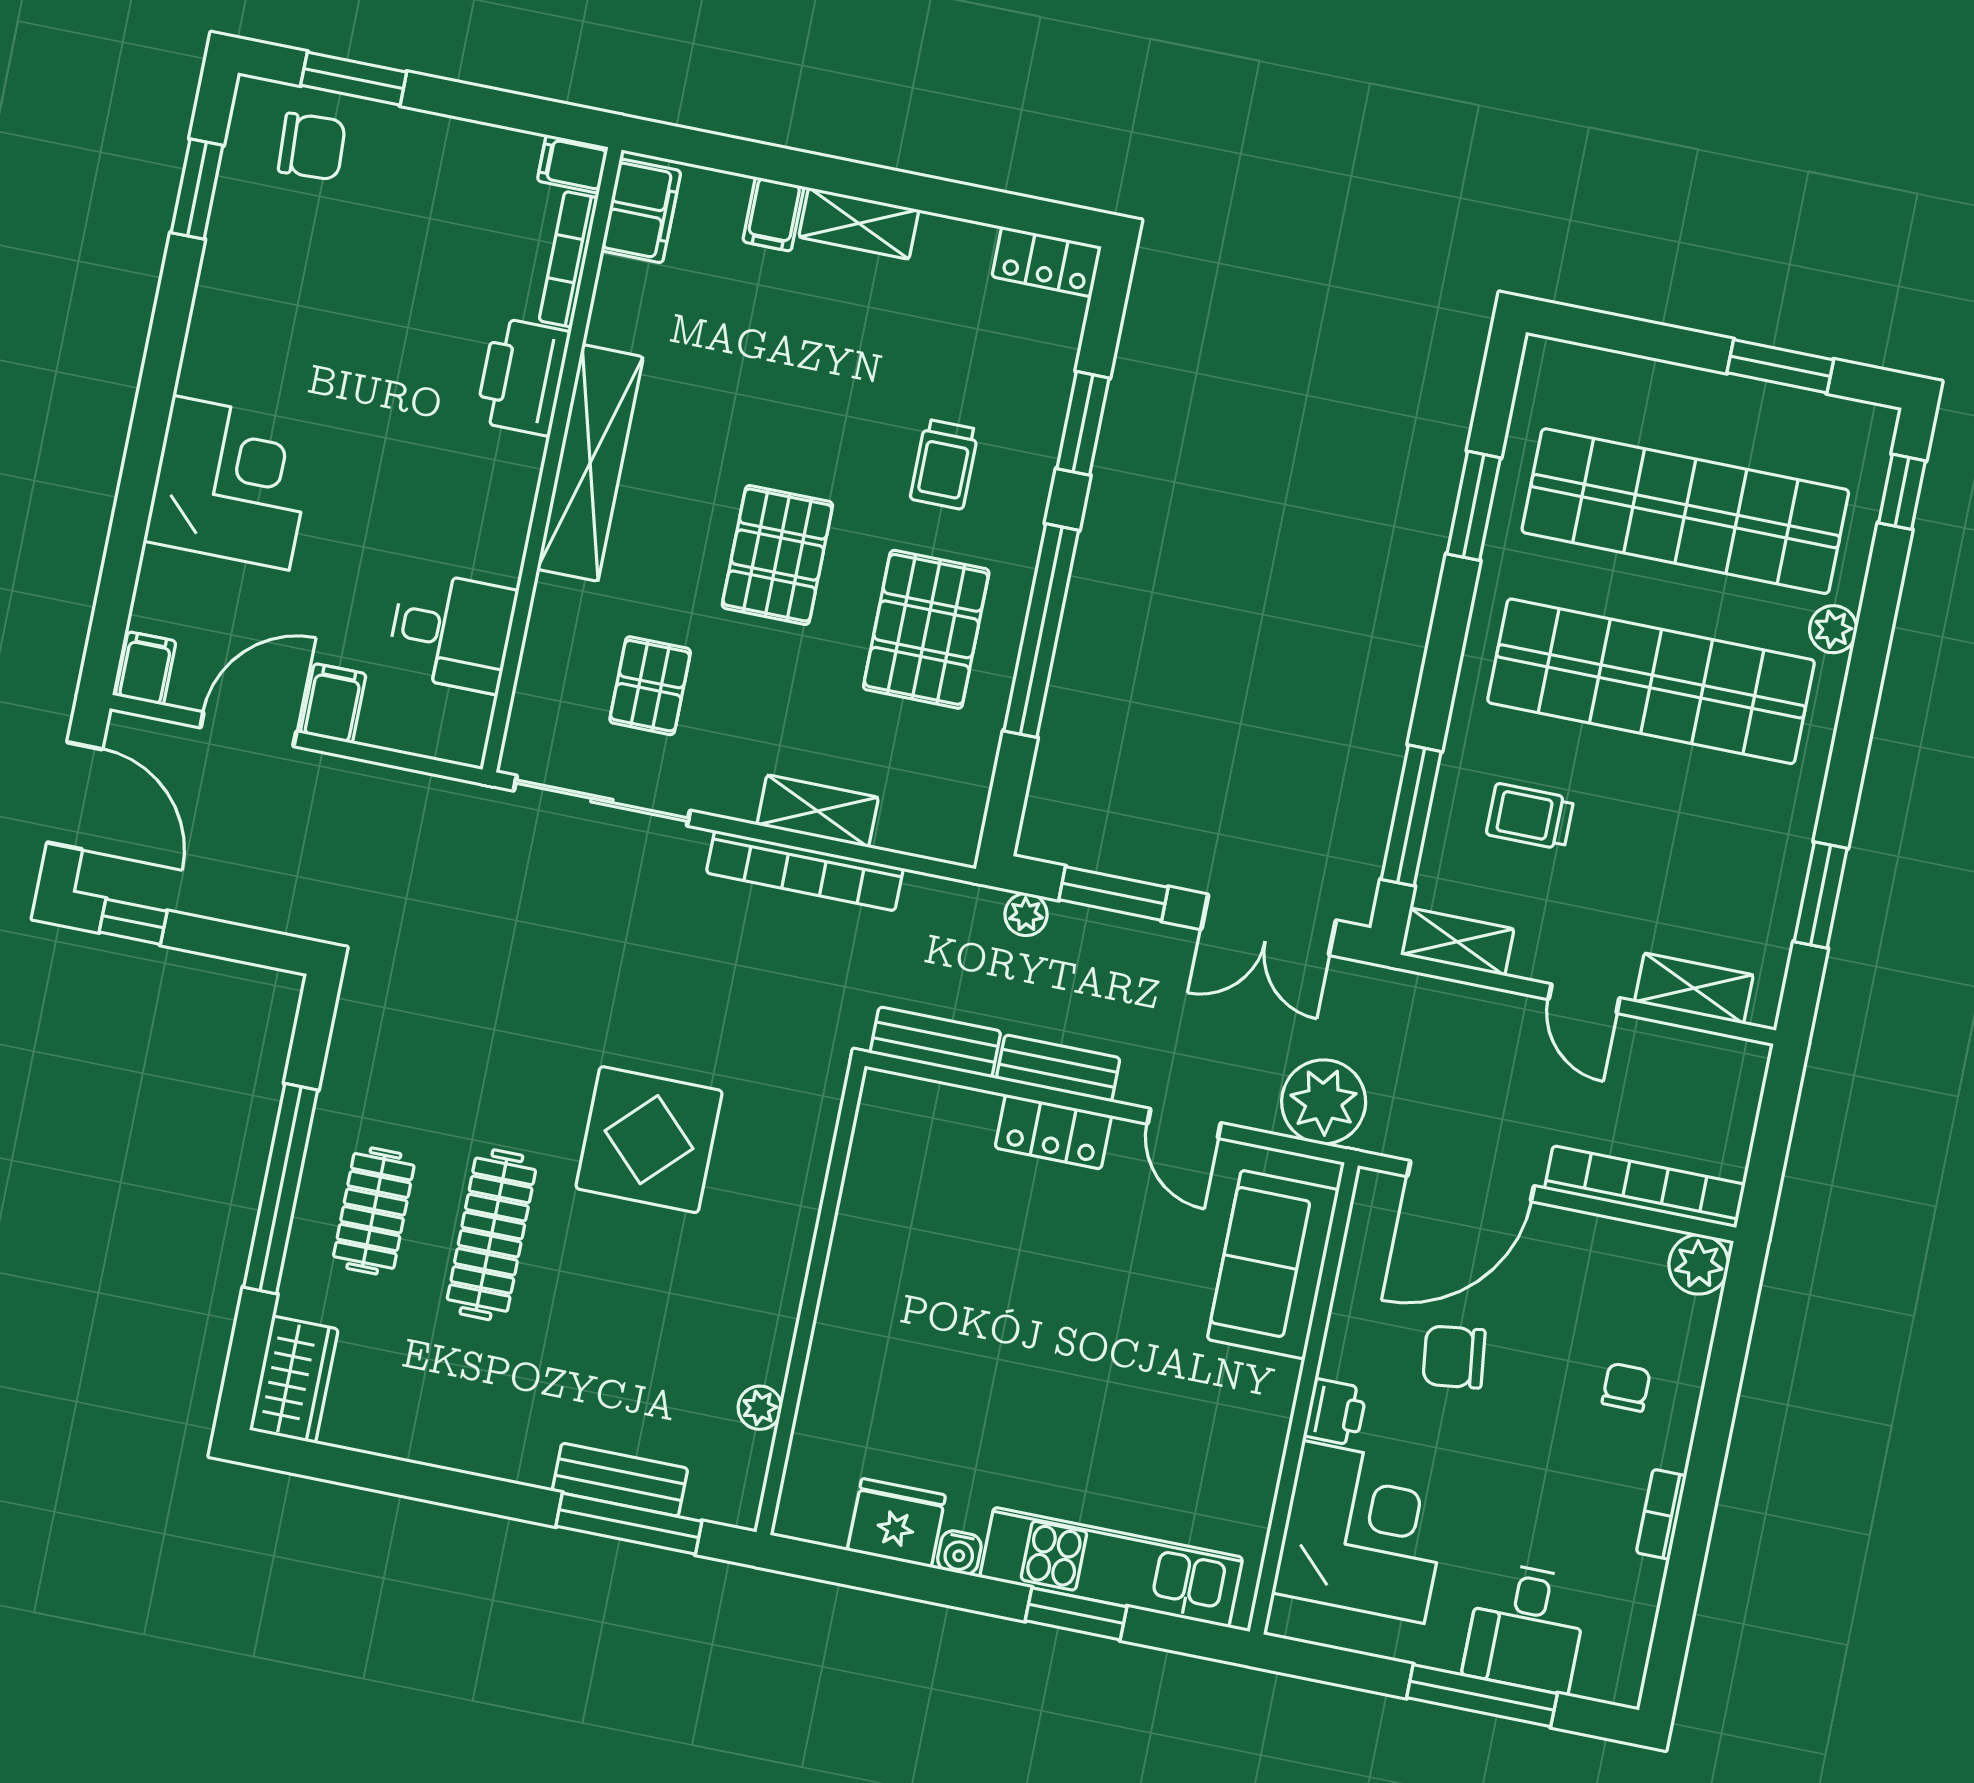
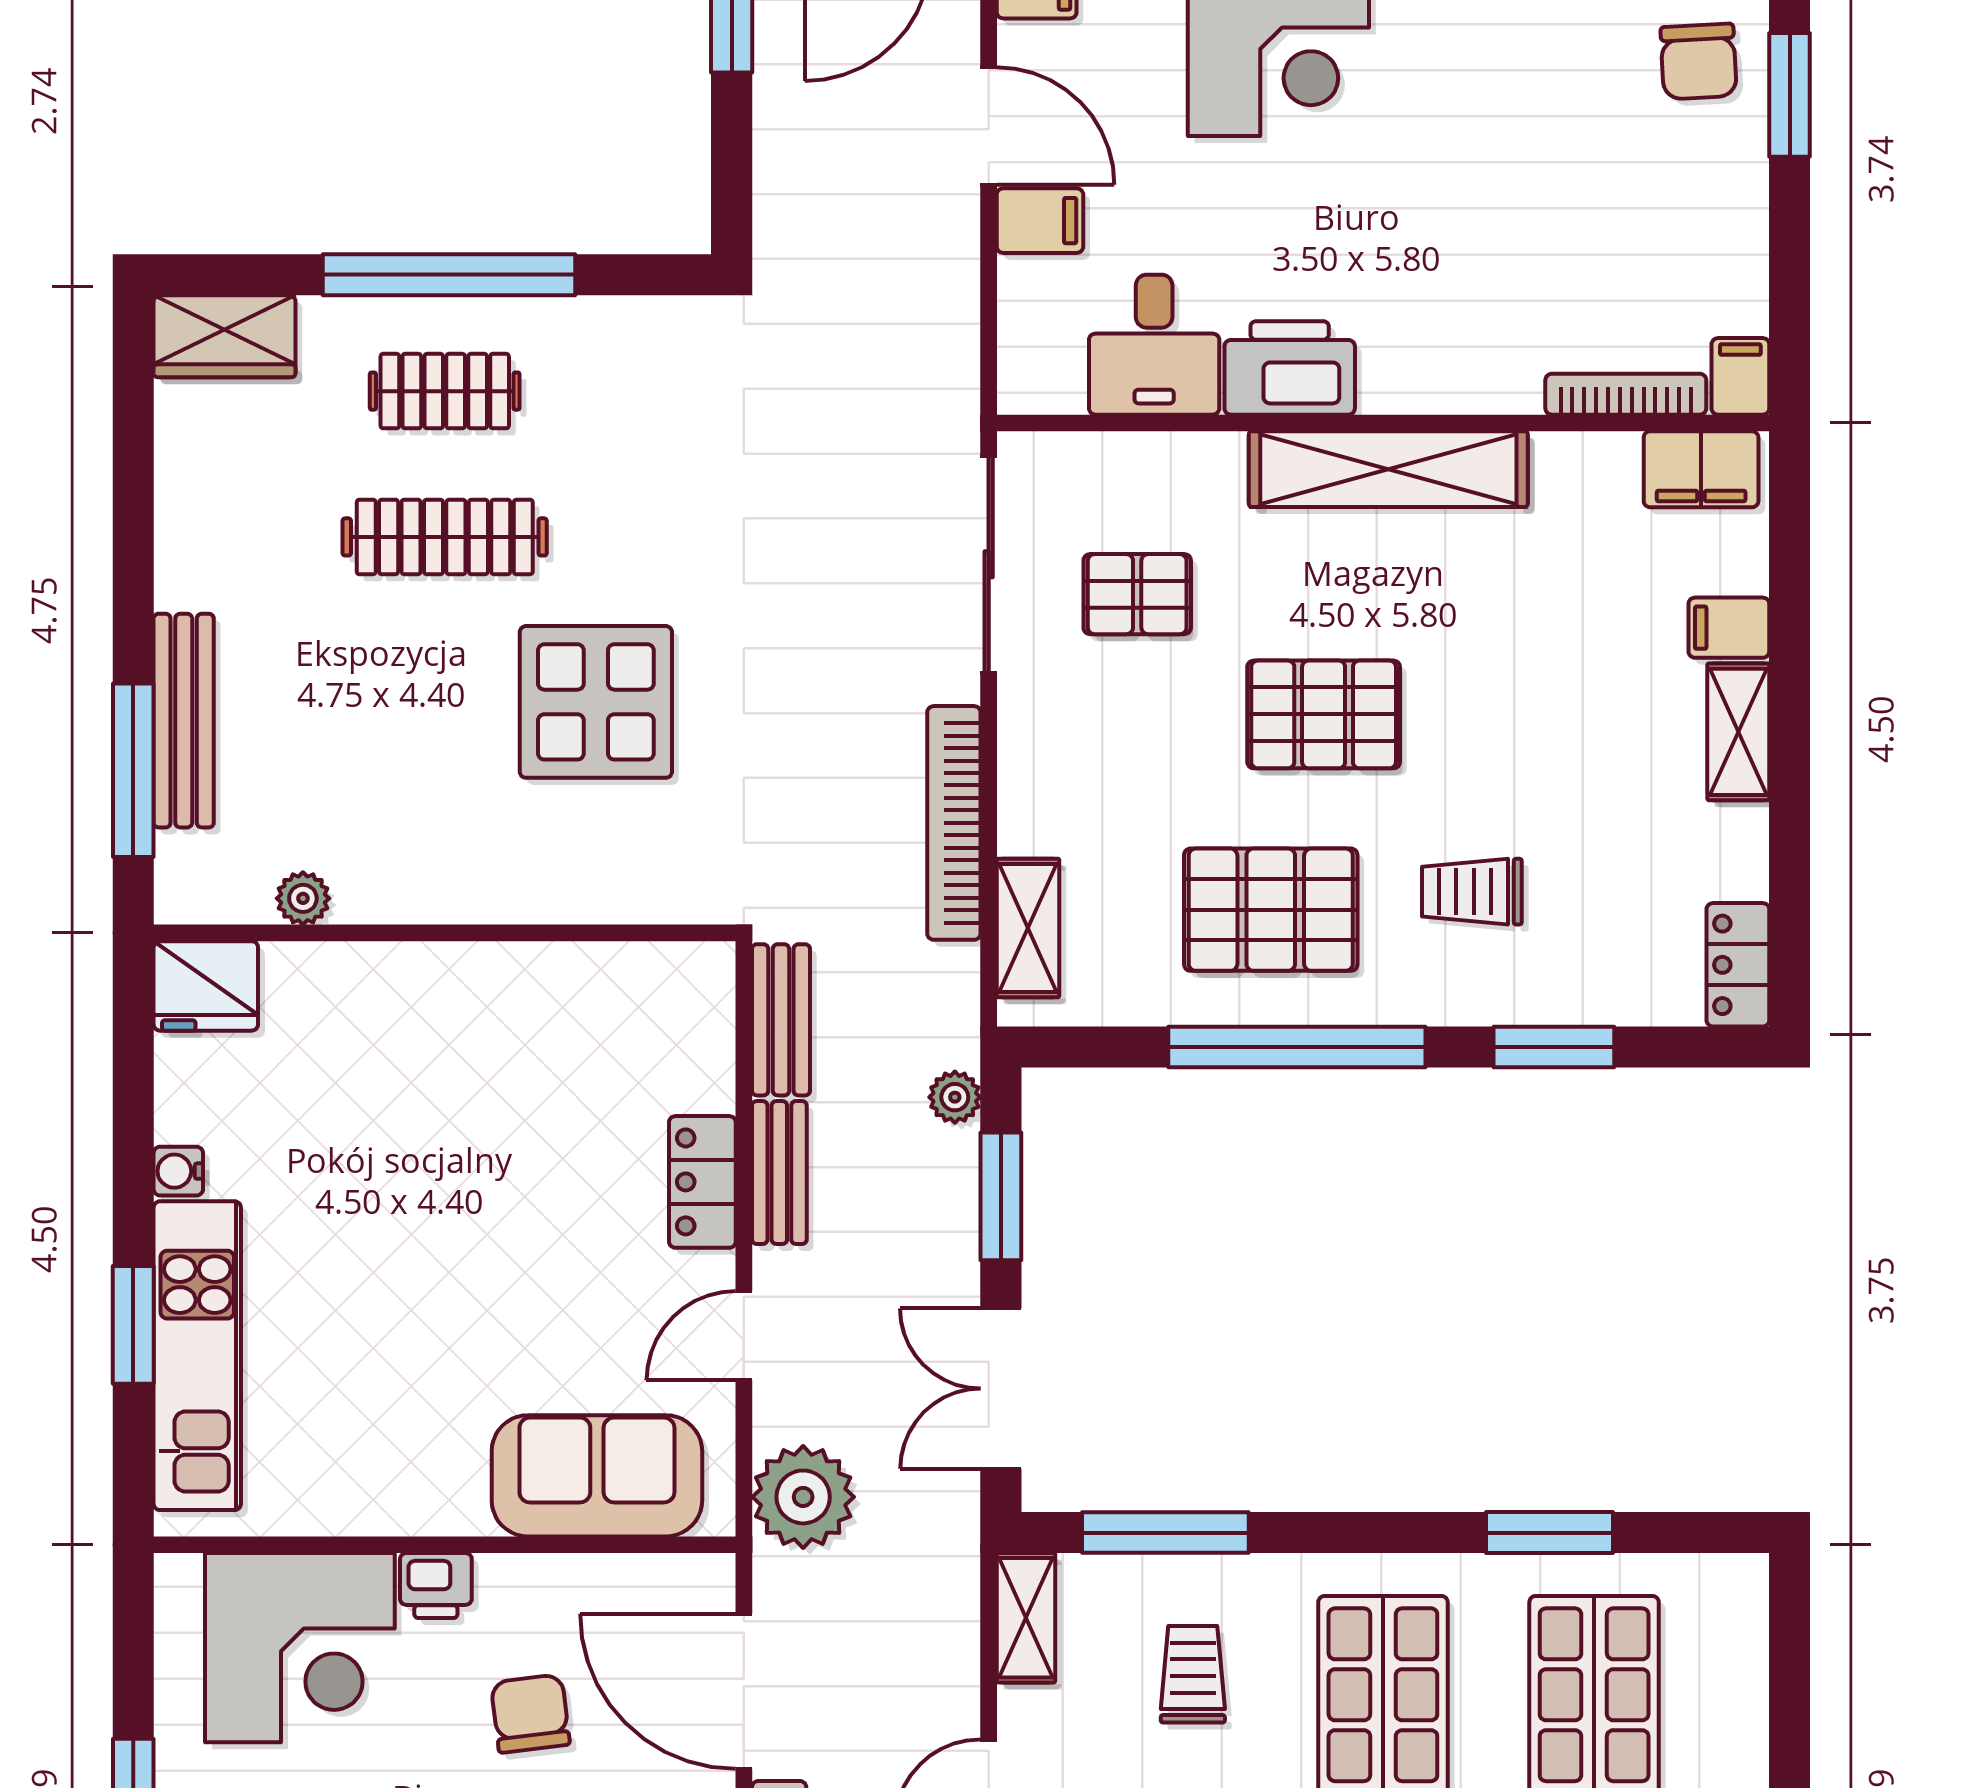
printer: (523, 377) -> (1290, 368), moved
shelving: (818, 811) -> (1028, 928), moved
bench: (620, 1480) -> (184, 721), width x1.36
fridge: (896, 1523) -> (206, 986), moved, turned 90

